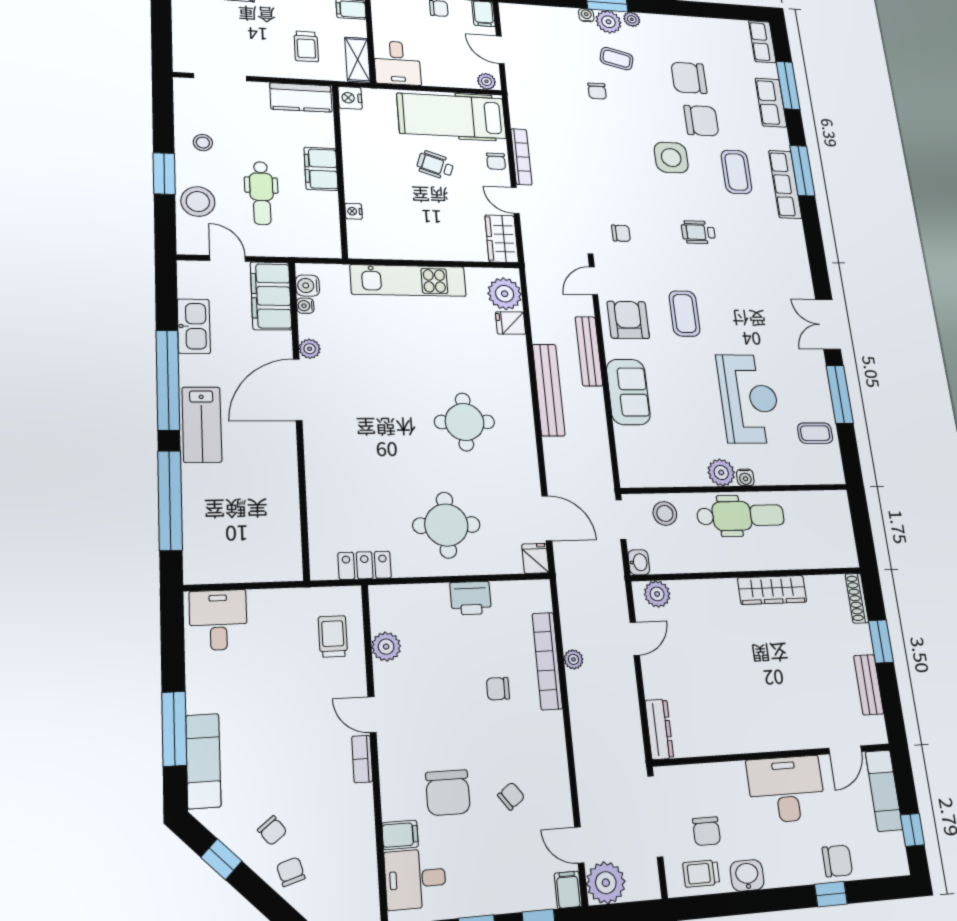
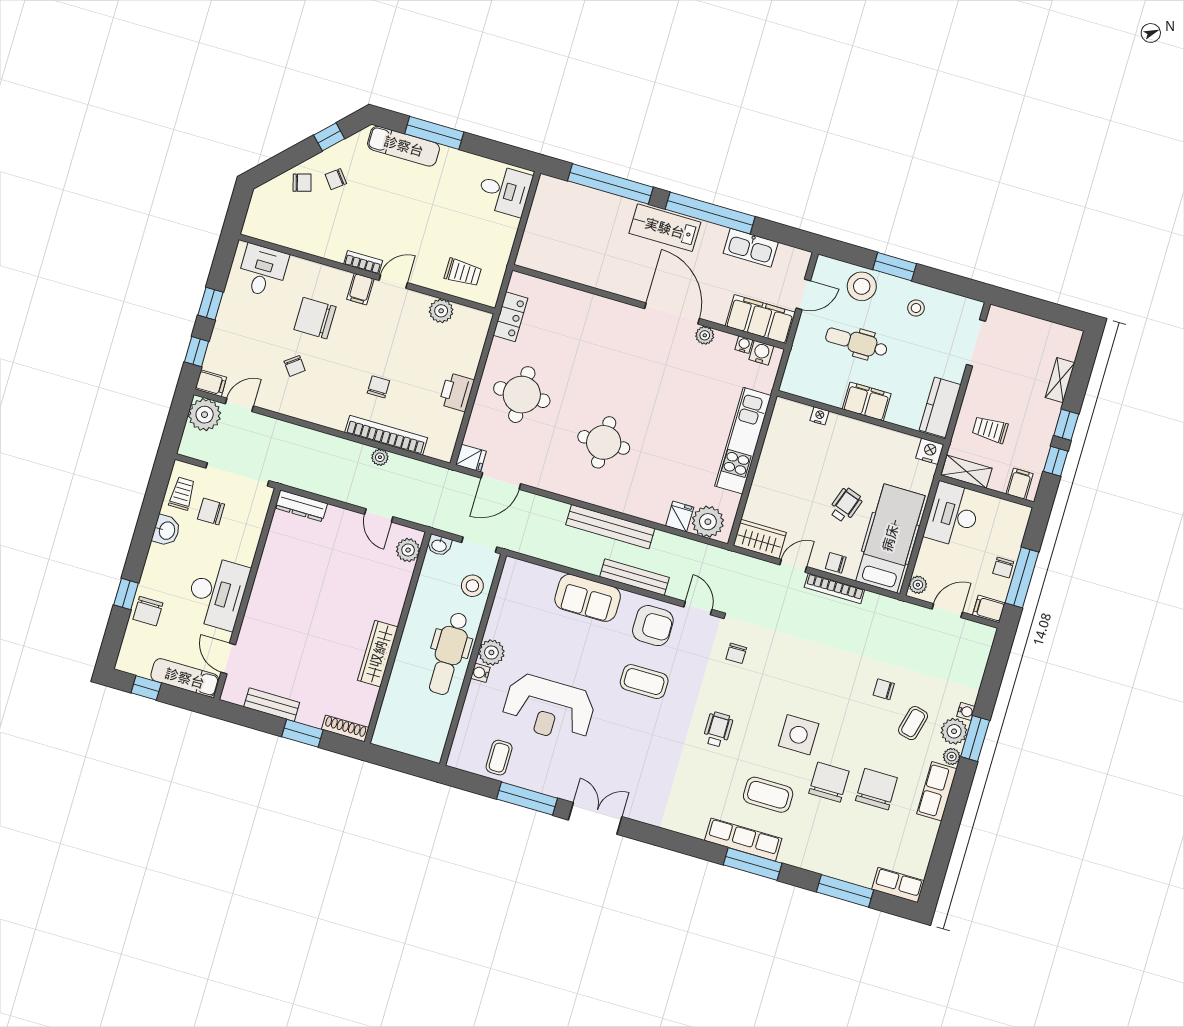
desk: (397, 63) -> (953, 515), width x1.37
row of seats: (771, 103) -> (937, 791), moved, turned -90
chair: (701, 121) -> (829, 782), turned 180
filing cabinet: (400, 835) -> (360, 289), moved

